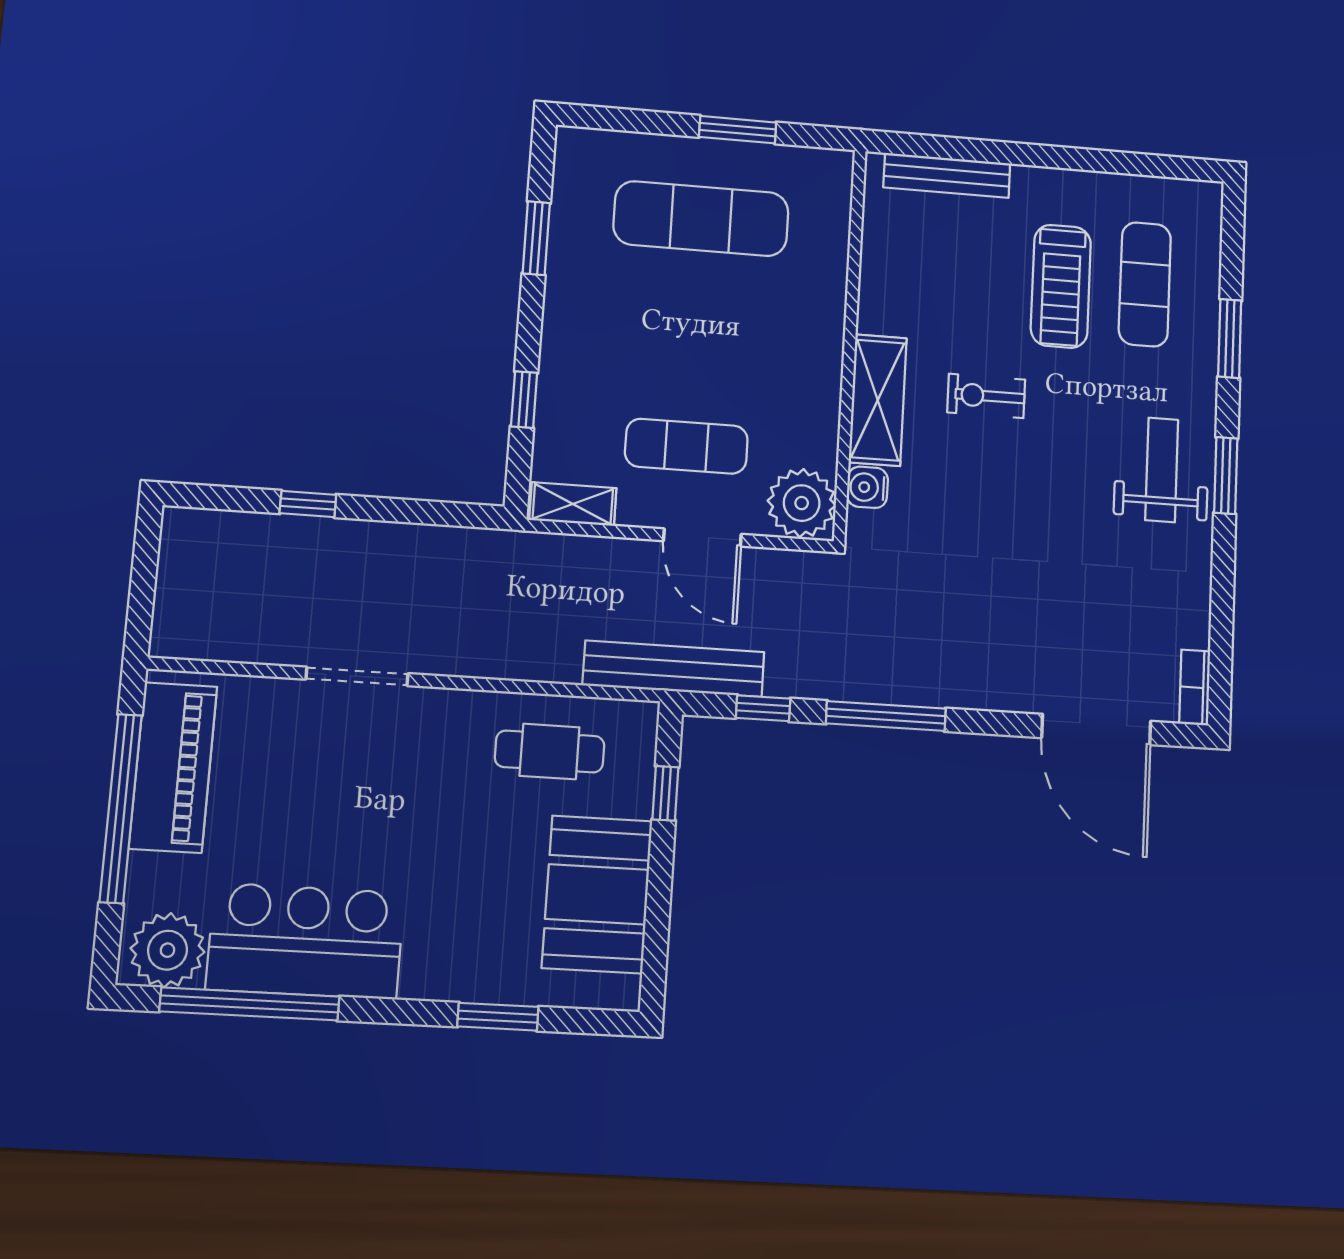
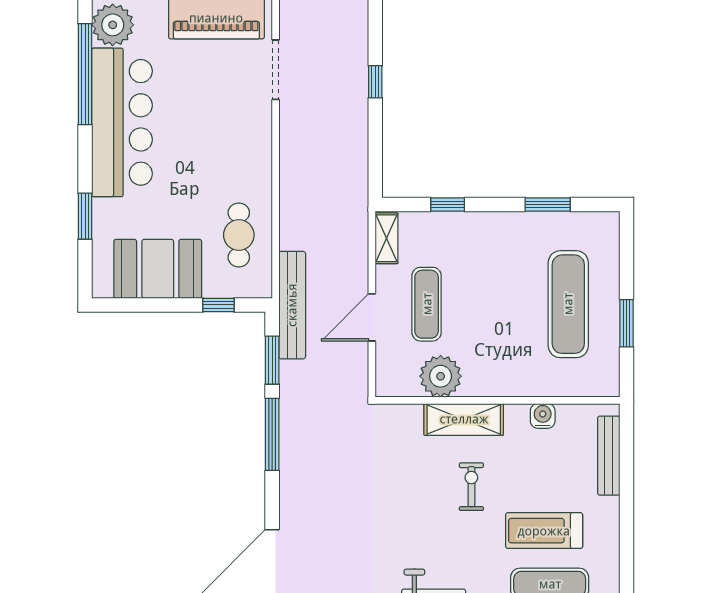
water cooler: (867, 487) -> (543, 416), moved
plant: (802, 503) -> (441, 376), moved
doorway: (357, 676) -> (276, 70), moved
window: (763, 708) -> (272, 360), width x1.50
bar counter: (306, 941) -> (122, 122), width x1.36

